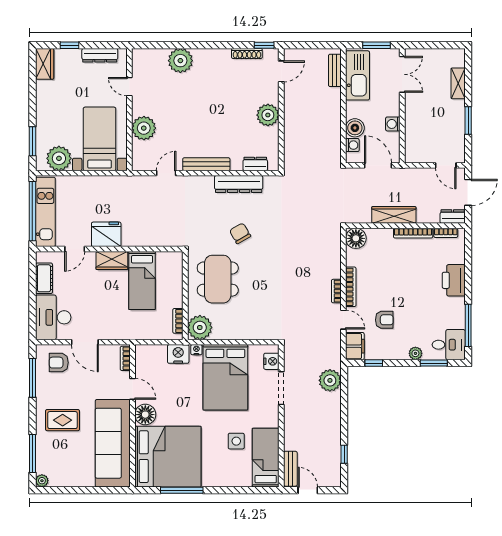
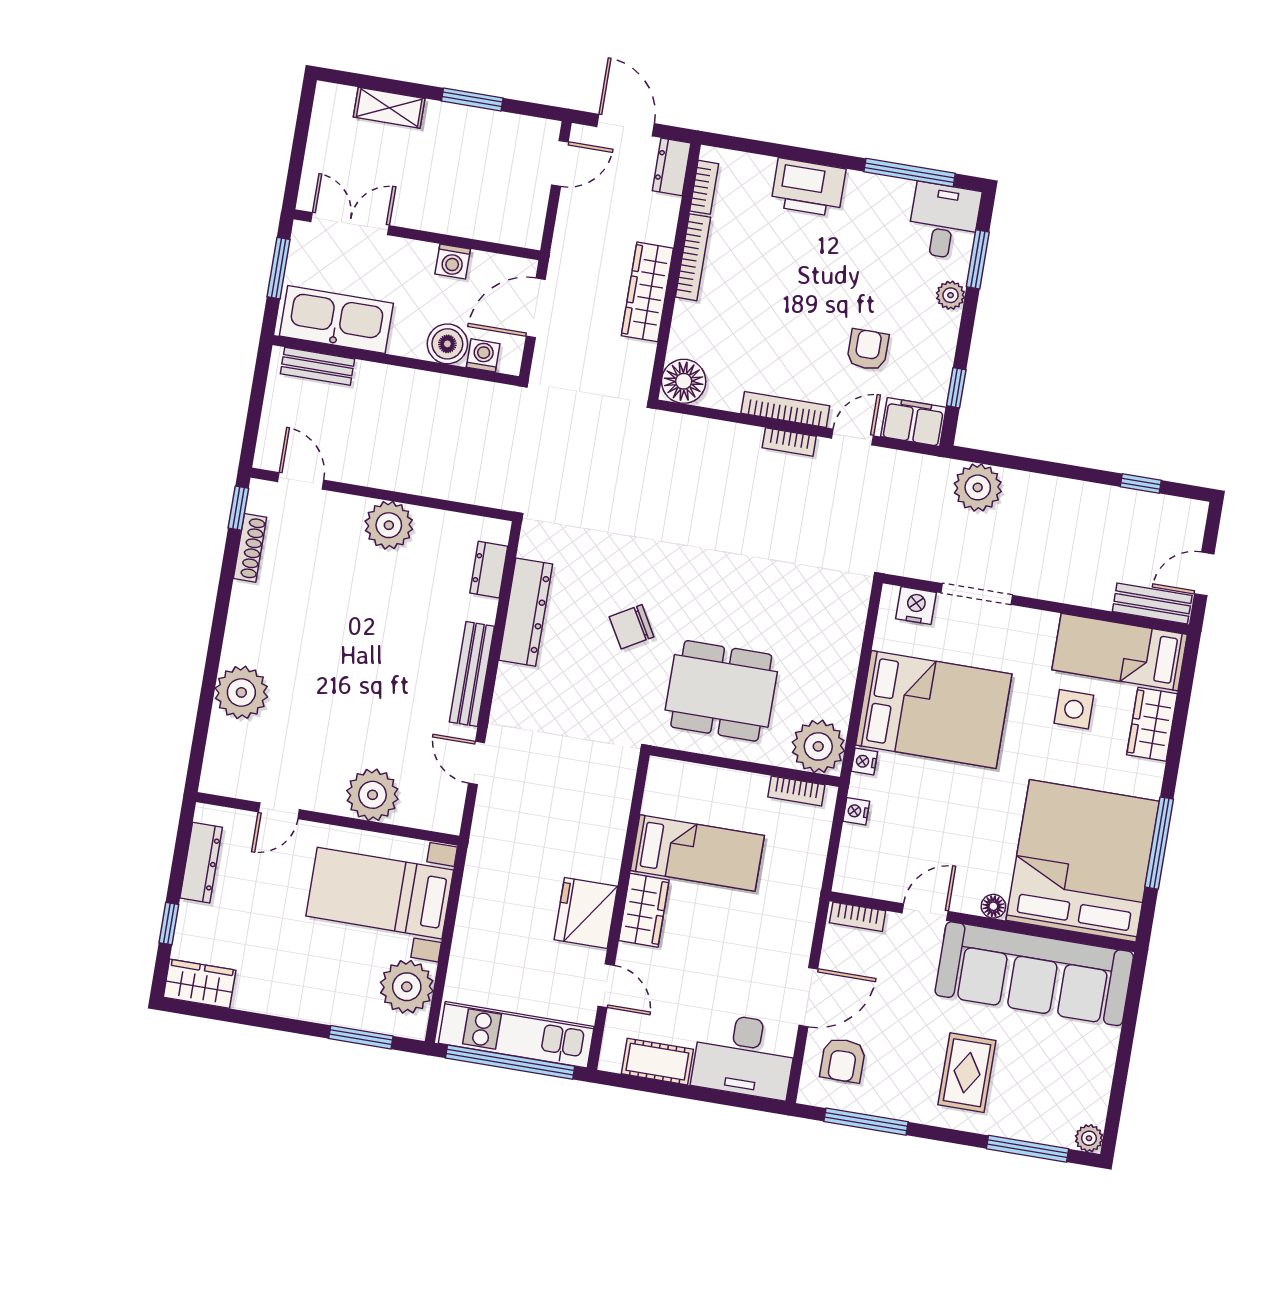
nightstand: (178, 354) -> (856, 811), width x0.53, depth x0.56
floor lamp: (145, 415) -> (993, 906), width x0.53, depth x0.53
wardrobe: (235, 478) -> (1152, 724), added

